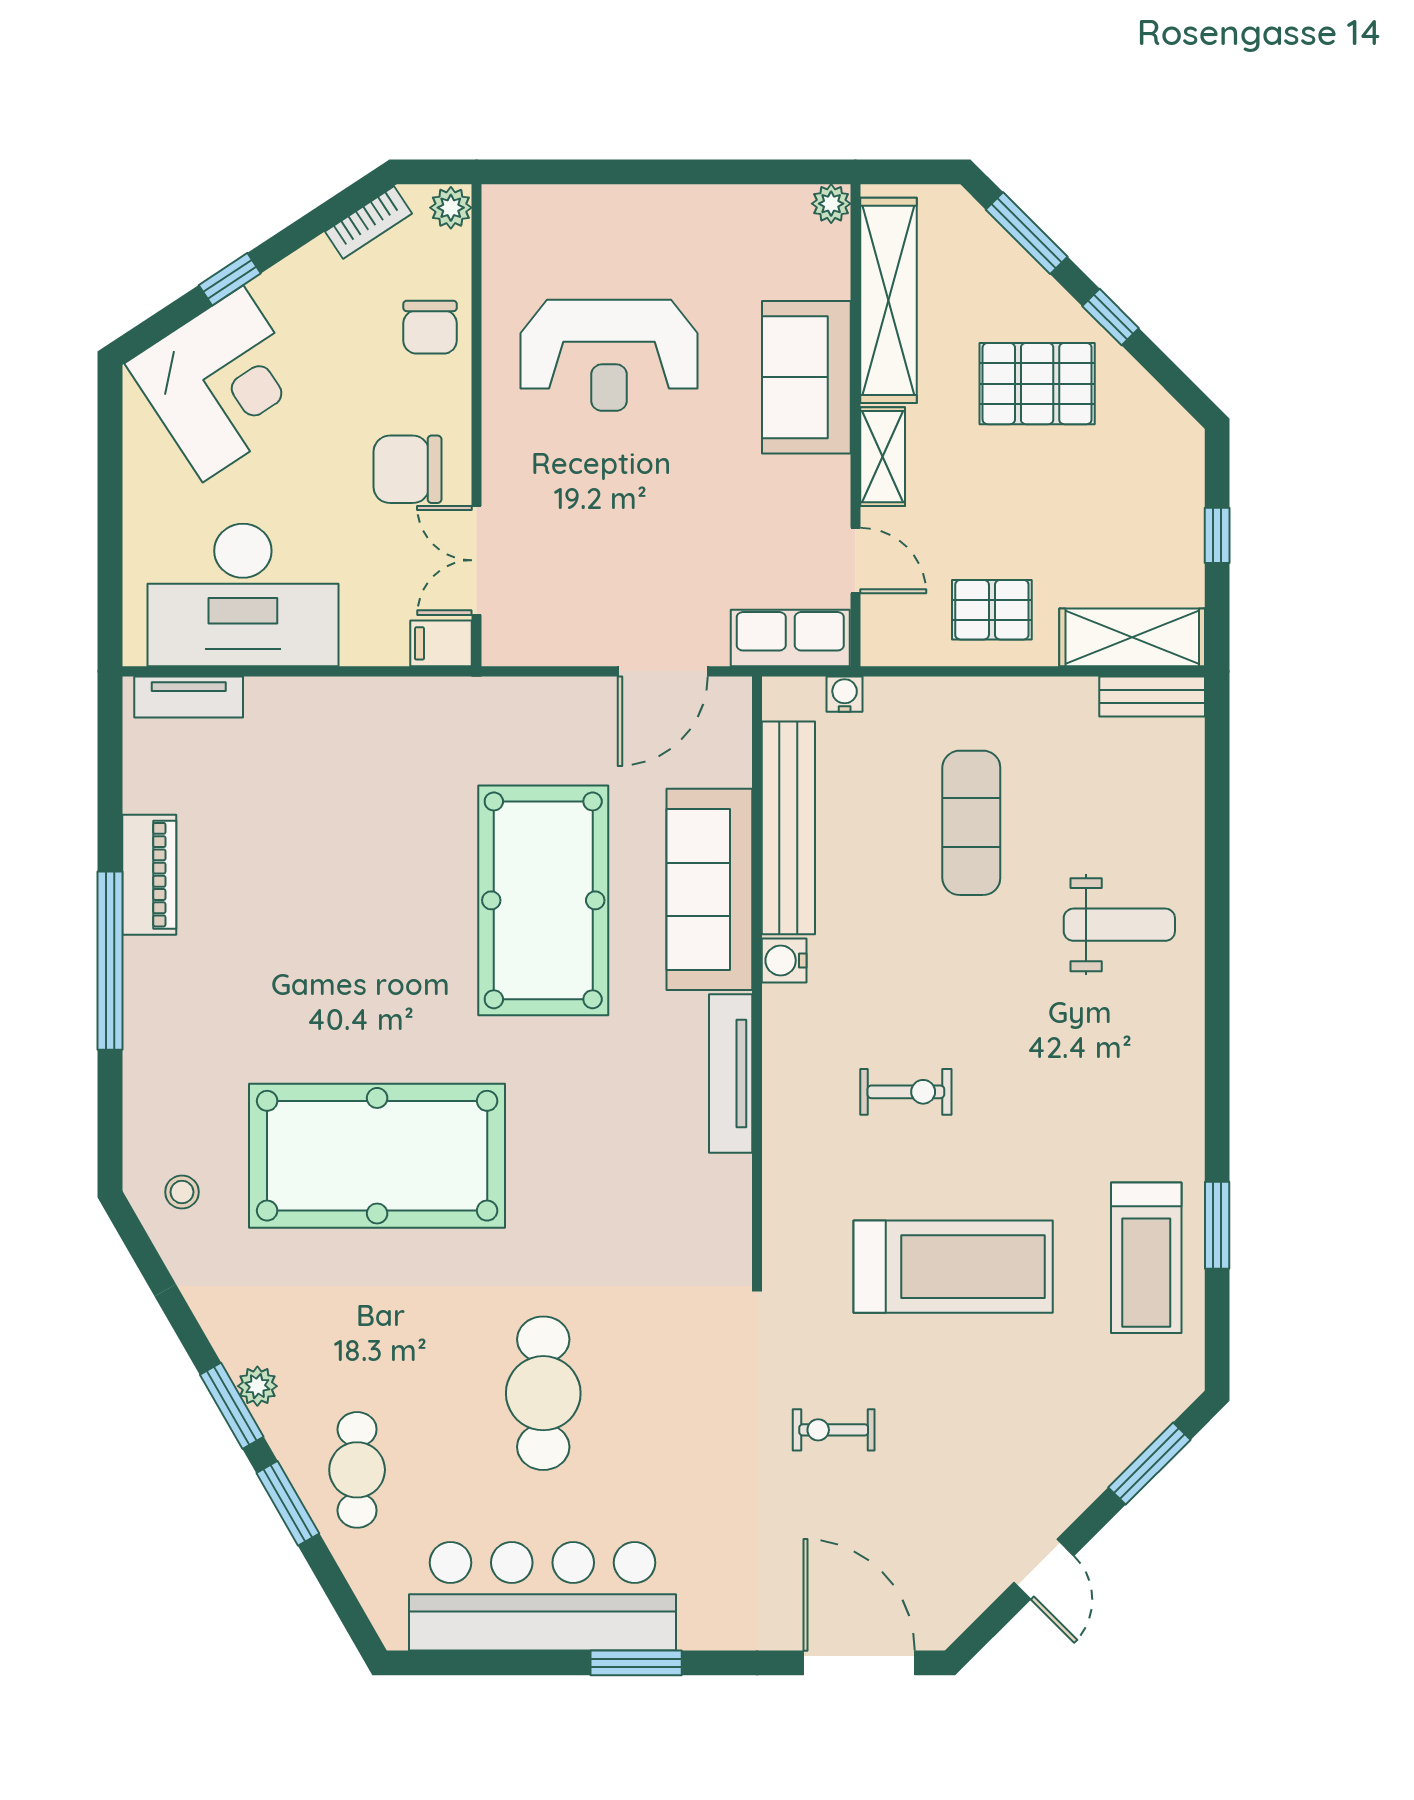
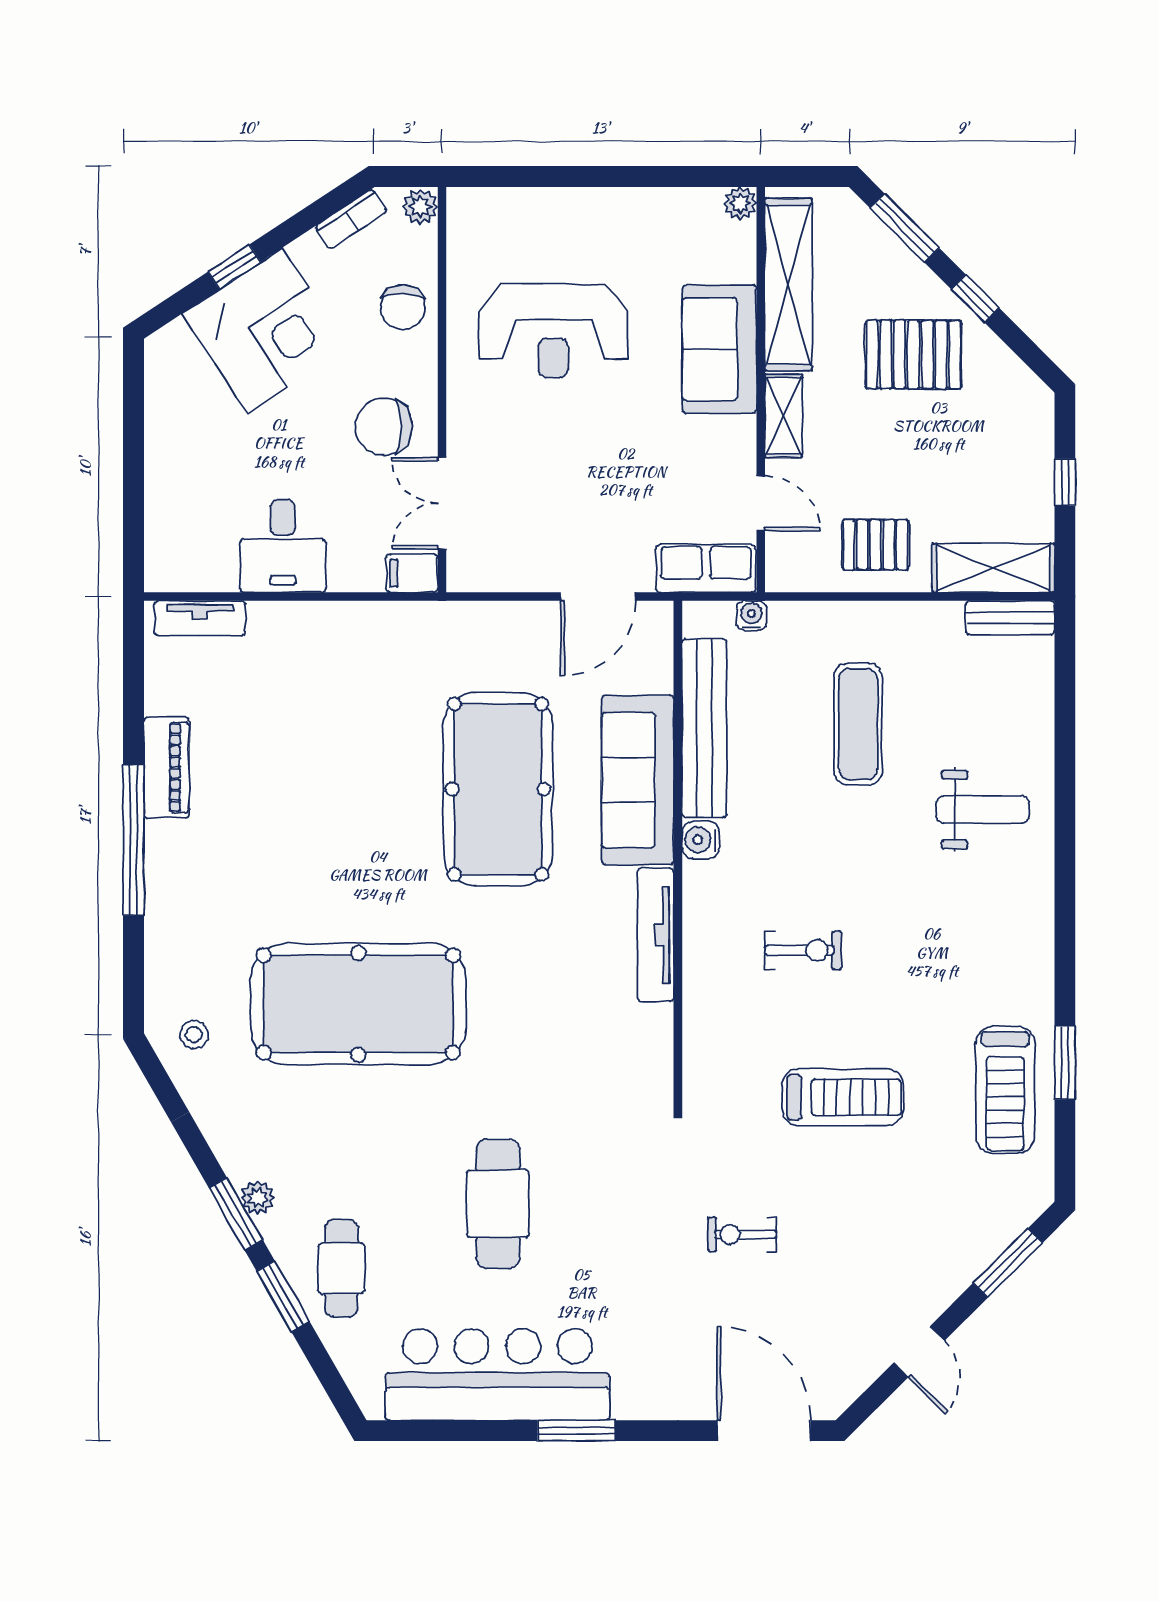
corner desk: (223, 384) -> (265, 331), moved
desk: (243, 595) -> (283, 546), width x0.53, depth x0.77
treadmill: (953, 1267) -> (843, 1097), width x0.73, depth x0.73

